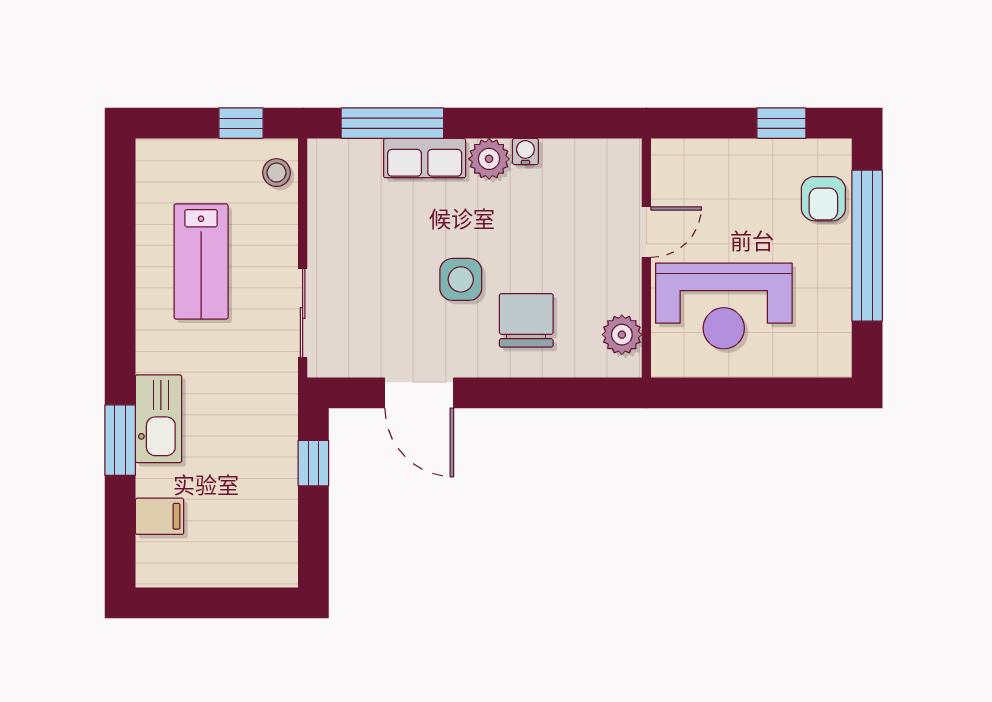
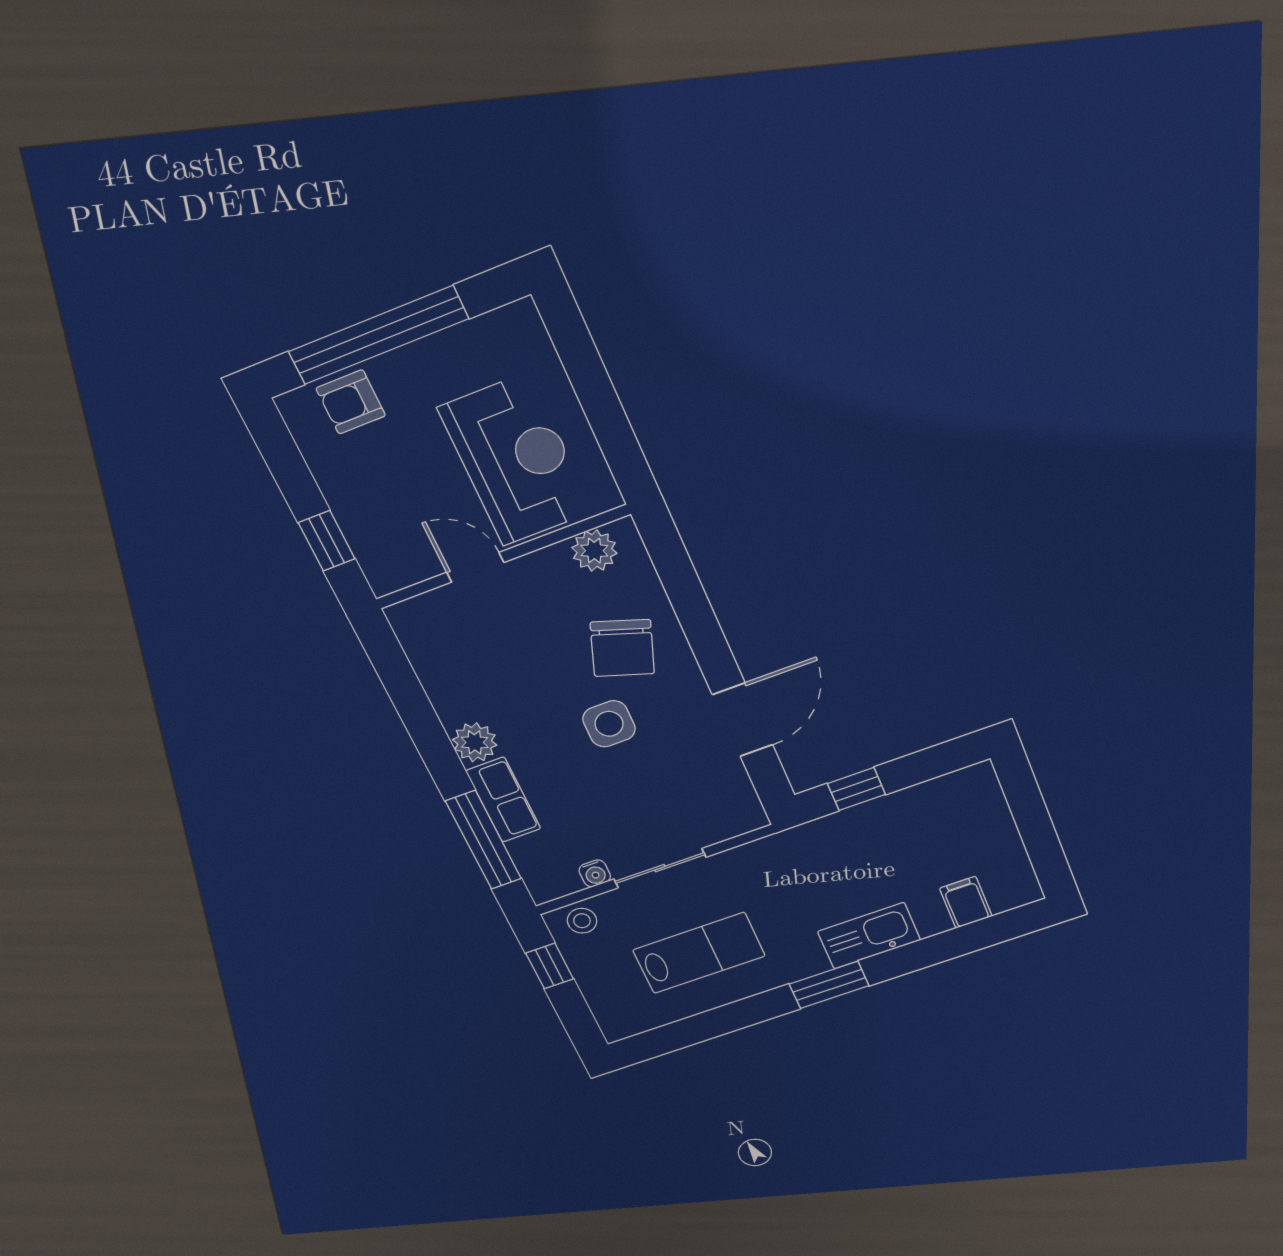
window: (781, 123) -> (327, 541), moved
water cooler: (525, 152) -> (595, 873), moved, turned -90
armchair: (823, 199) -> (351, 402), turned 180
sliding door: (303, 313) -> (660, 868), moved
chair: (526, 320) -> (622, 648), turned -71
window: (120, 440) -> (829, 985), moved

